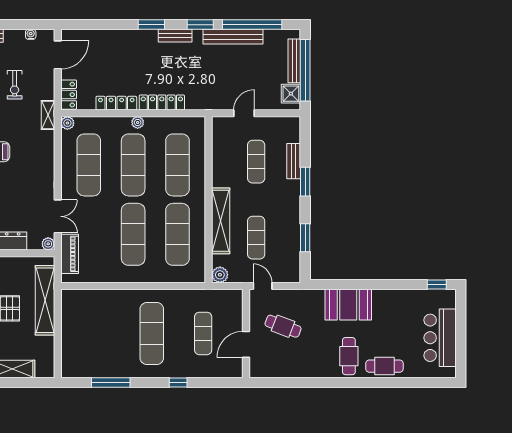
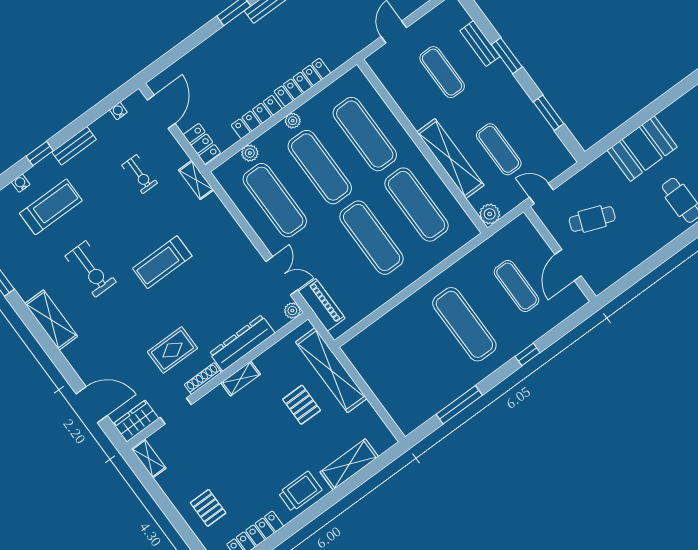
plant: (67, 123) -> (250, 153), moved

